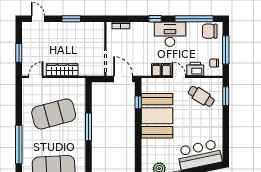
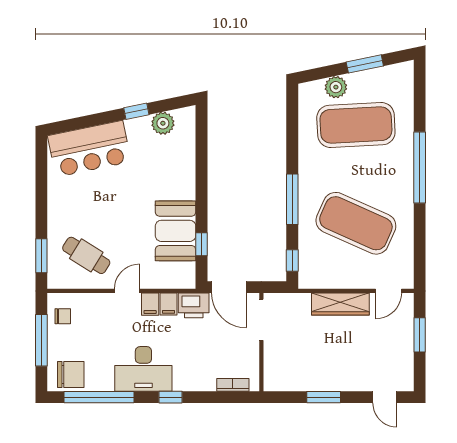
printer: (195, 69) -> (194, 305), moved
door: (179, 77) -> (127, 291), swing flipped
window: (88, 94) -> (292, 261), added
exercise mat: (54, 114) -> (356, 223), turned 39
booth: (157, 116) -> (176, 231), width x0.73, depth x0.70

